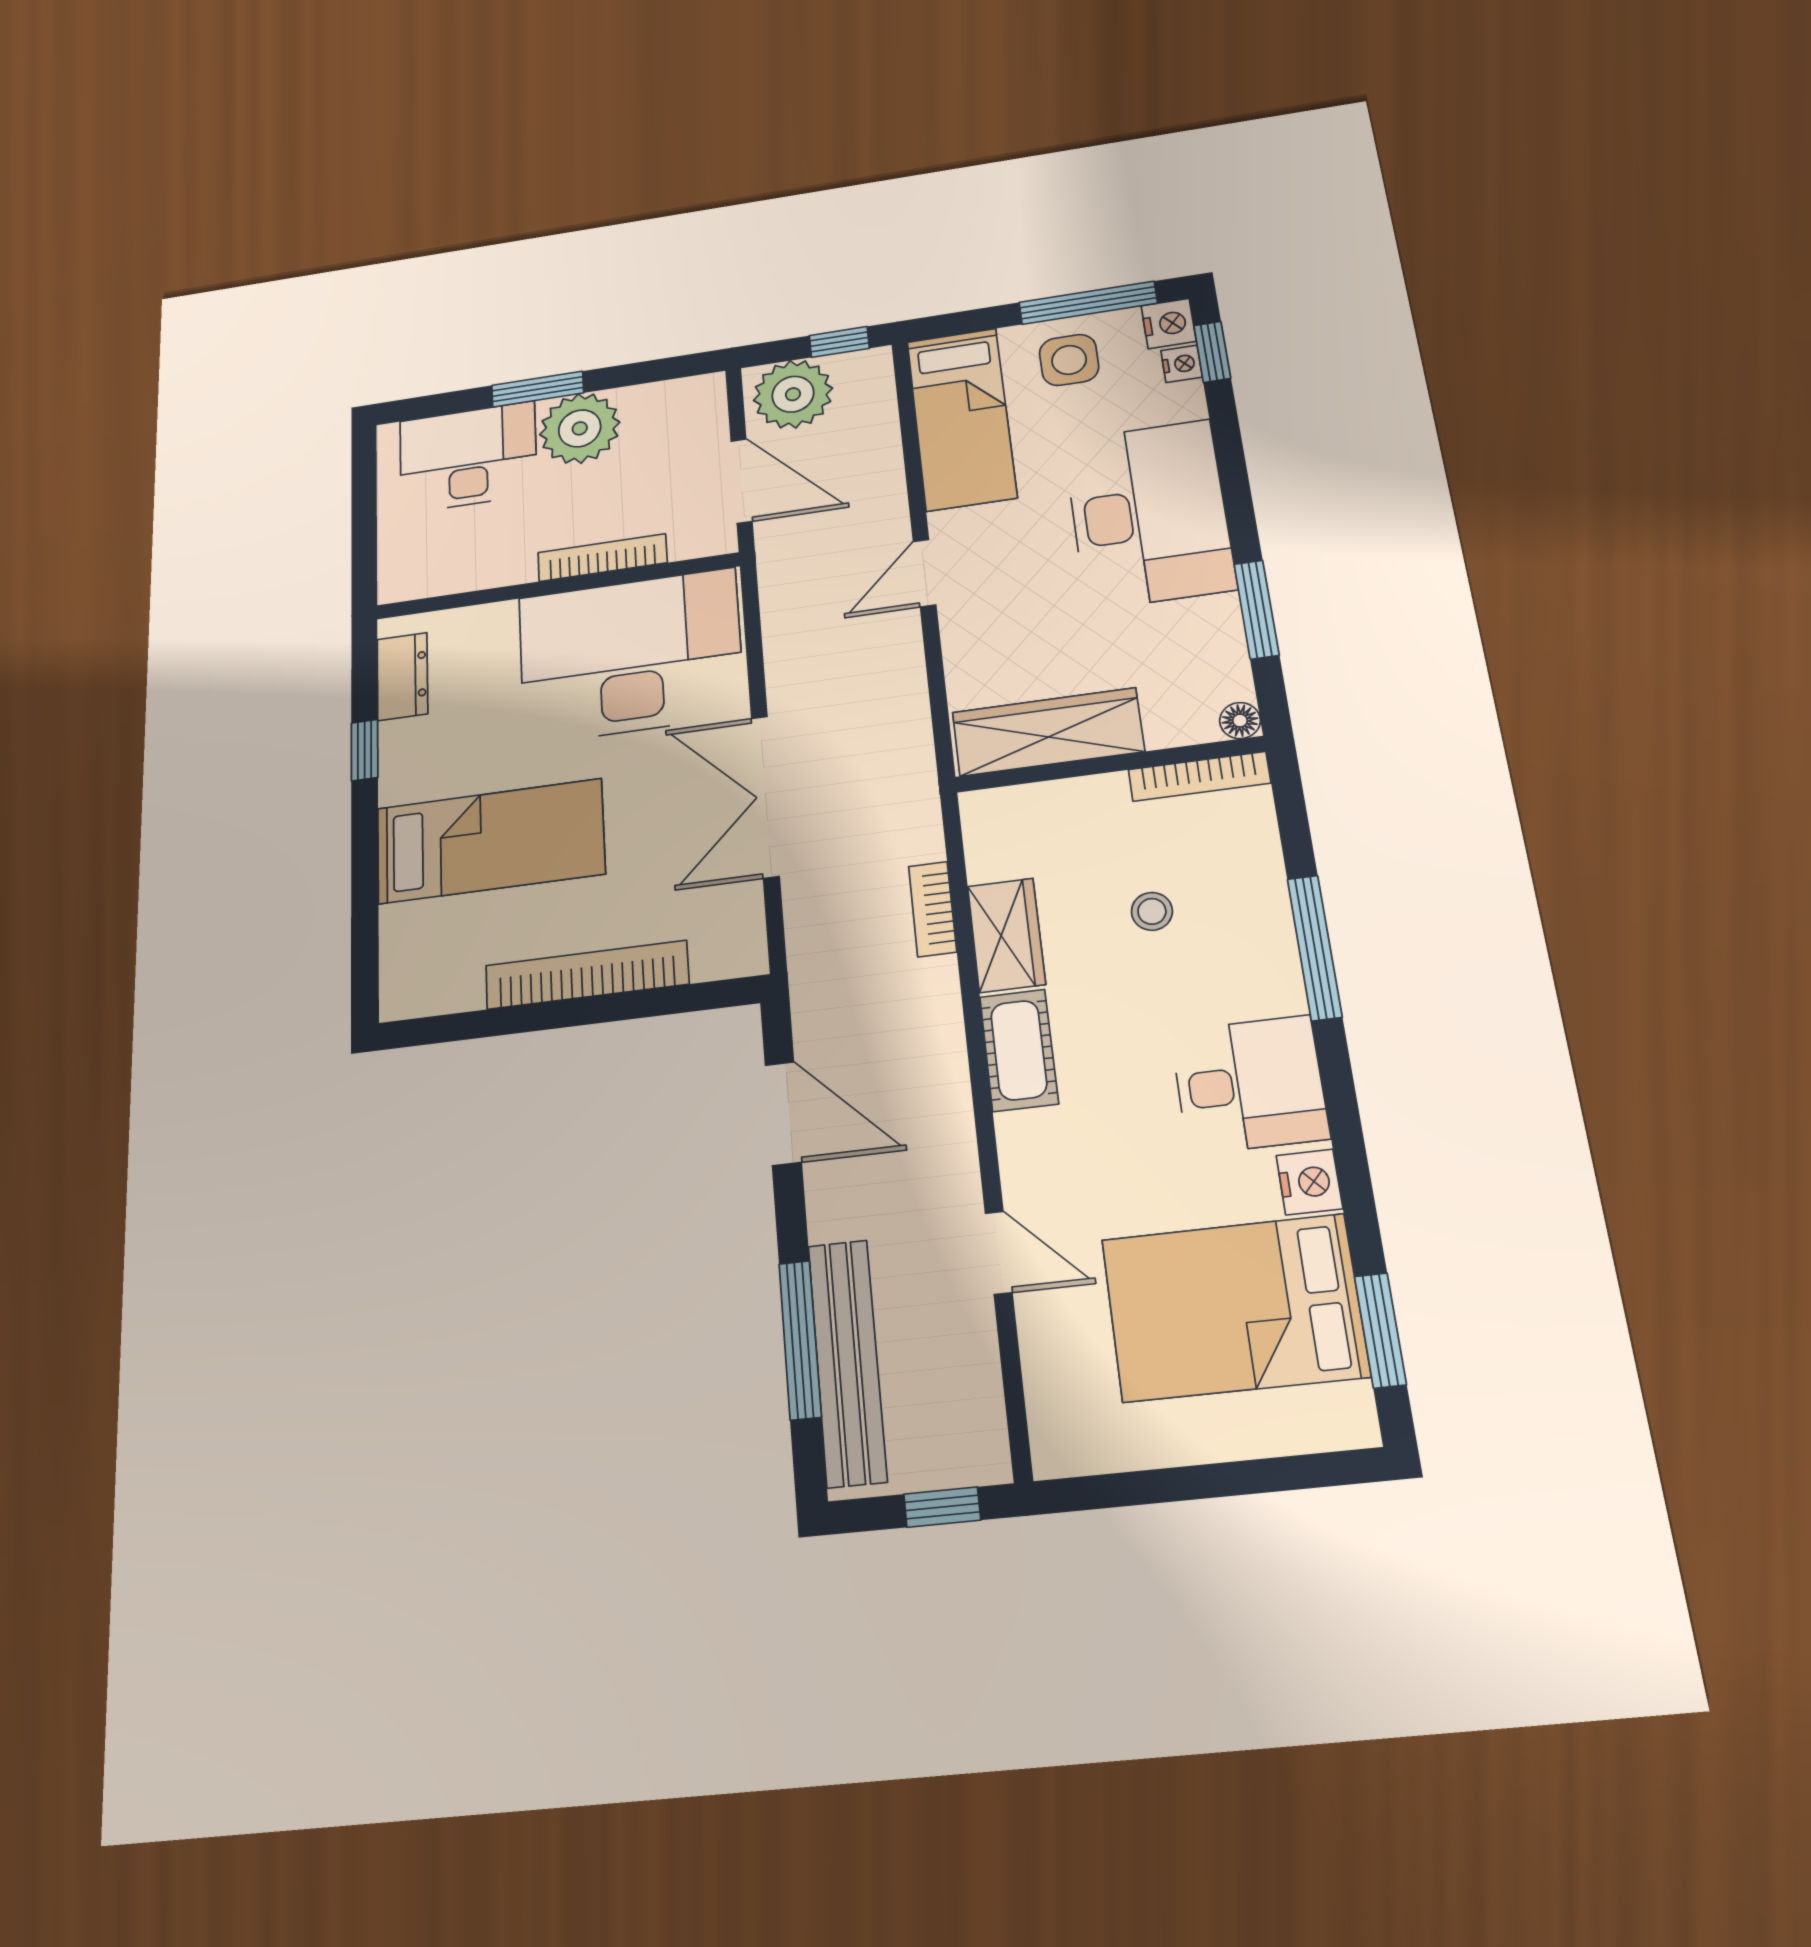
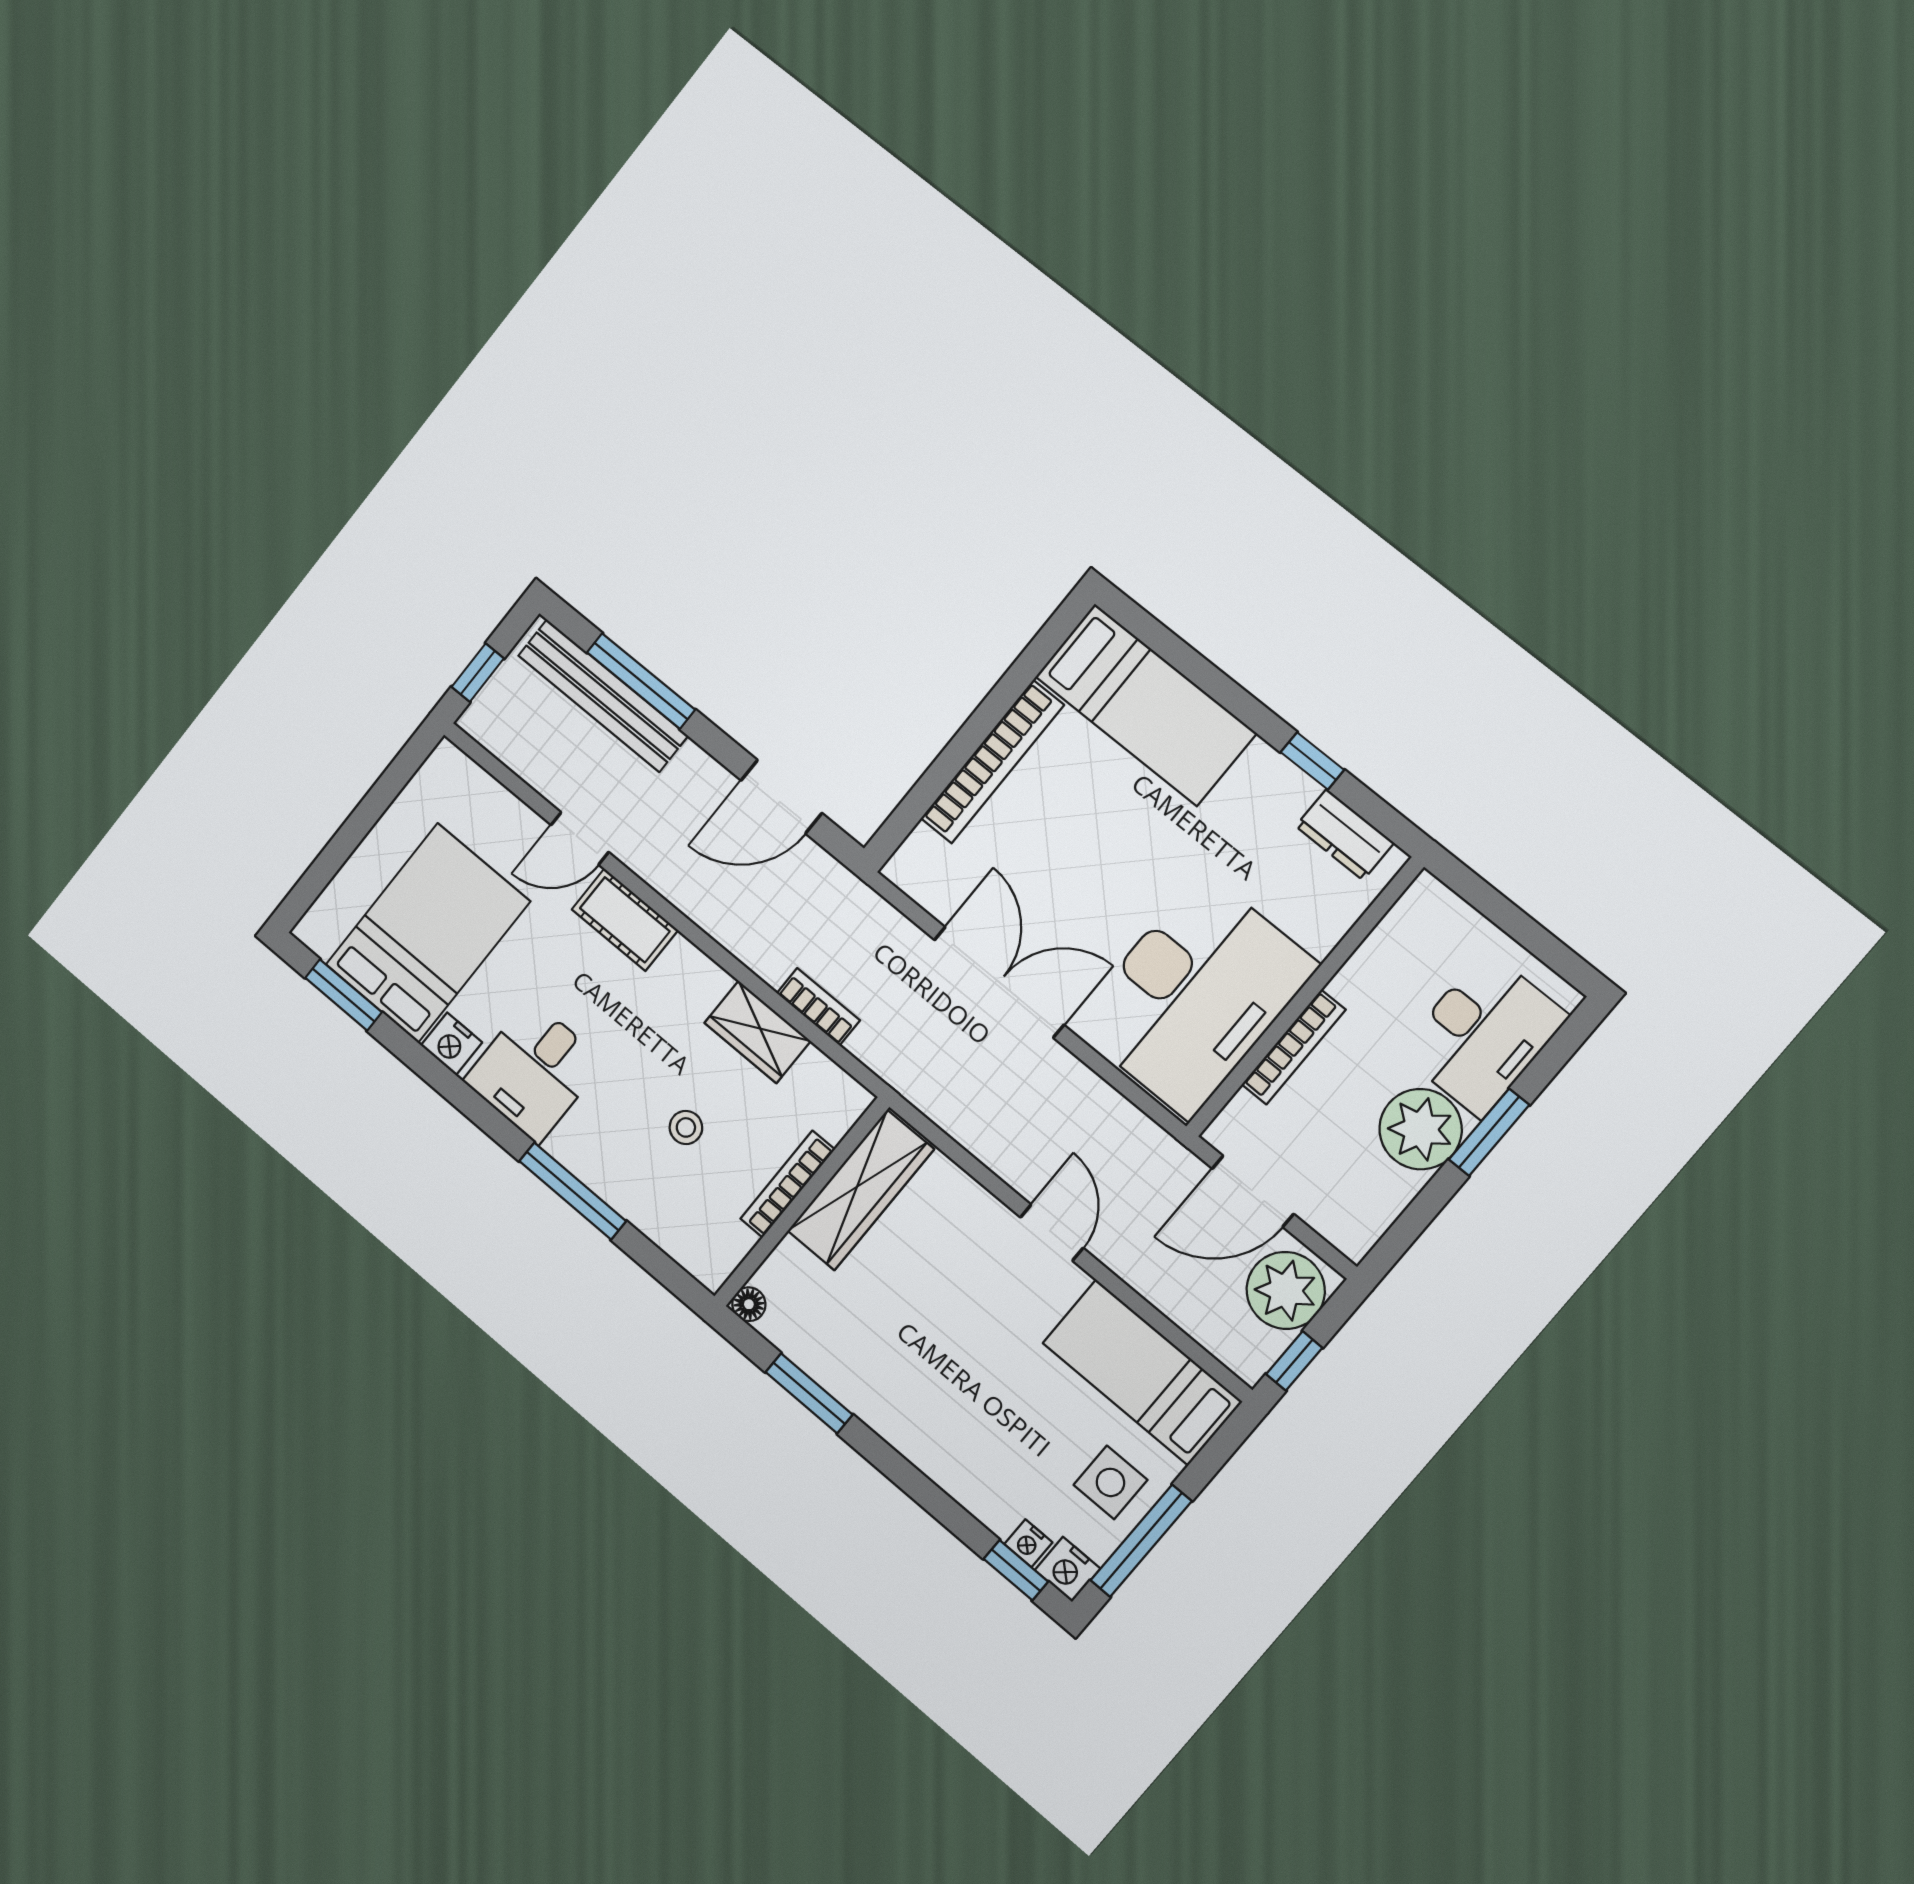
desk: (1149, 514) -> (943, 1406), removed
bookcase: (1199, 776) -> (788, 1184), moved
bed: (490, 841) -> (1146, 705), moved, turned -90
cot: (1019, 1050) -> (625, 920), moved

